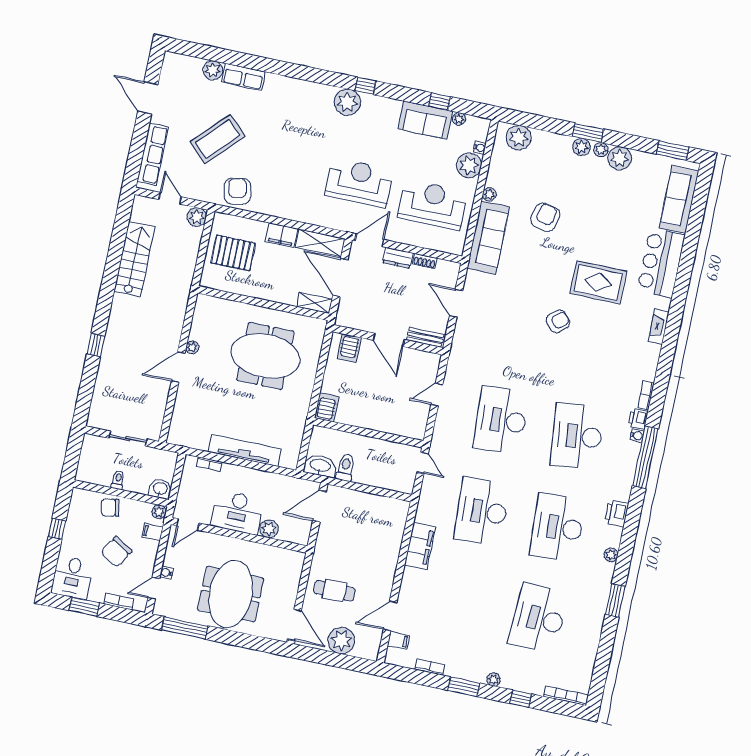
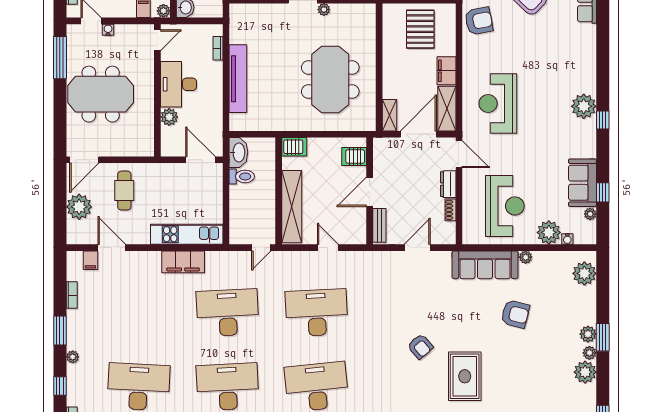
reception desk: (359, 182) -> (498, 104), moved, turned 180
shelving: (387, 423) -> (292, 207), added
door: (188, 524) -> (157, 40), swing flipped
kitchen unit: (393, 536) -> (187, 234), added

